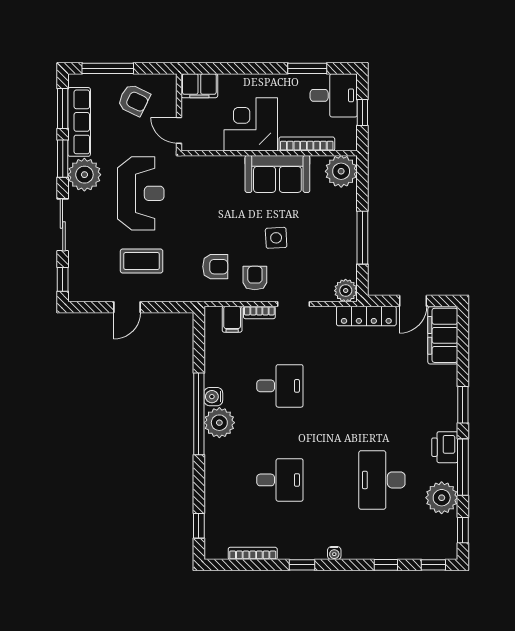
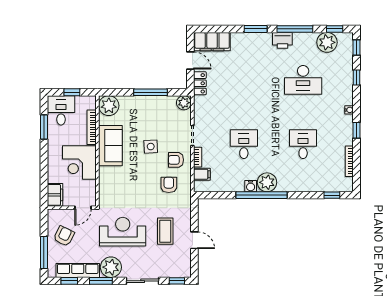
window: (63, 108) -> (69, 281), width x0.67
locker: (366, 316) -> (200, 83), width x0.66
plant: (442, 498) -> (327, 42), moved

